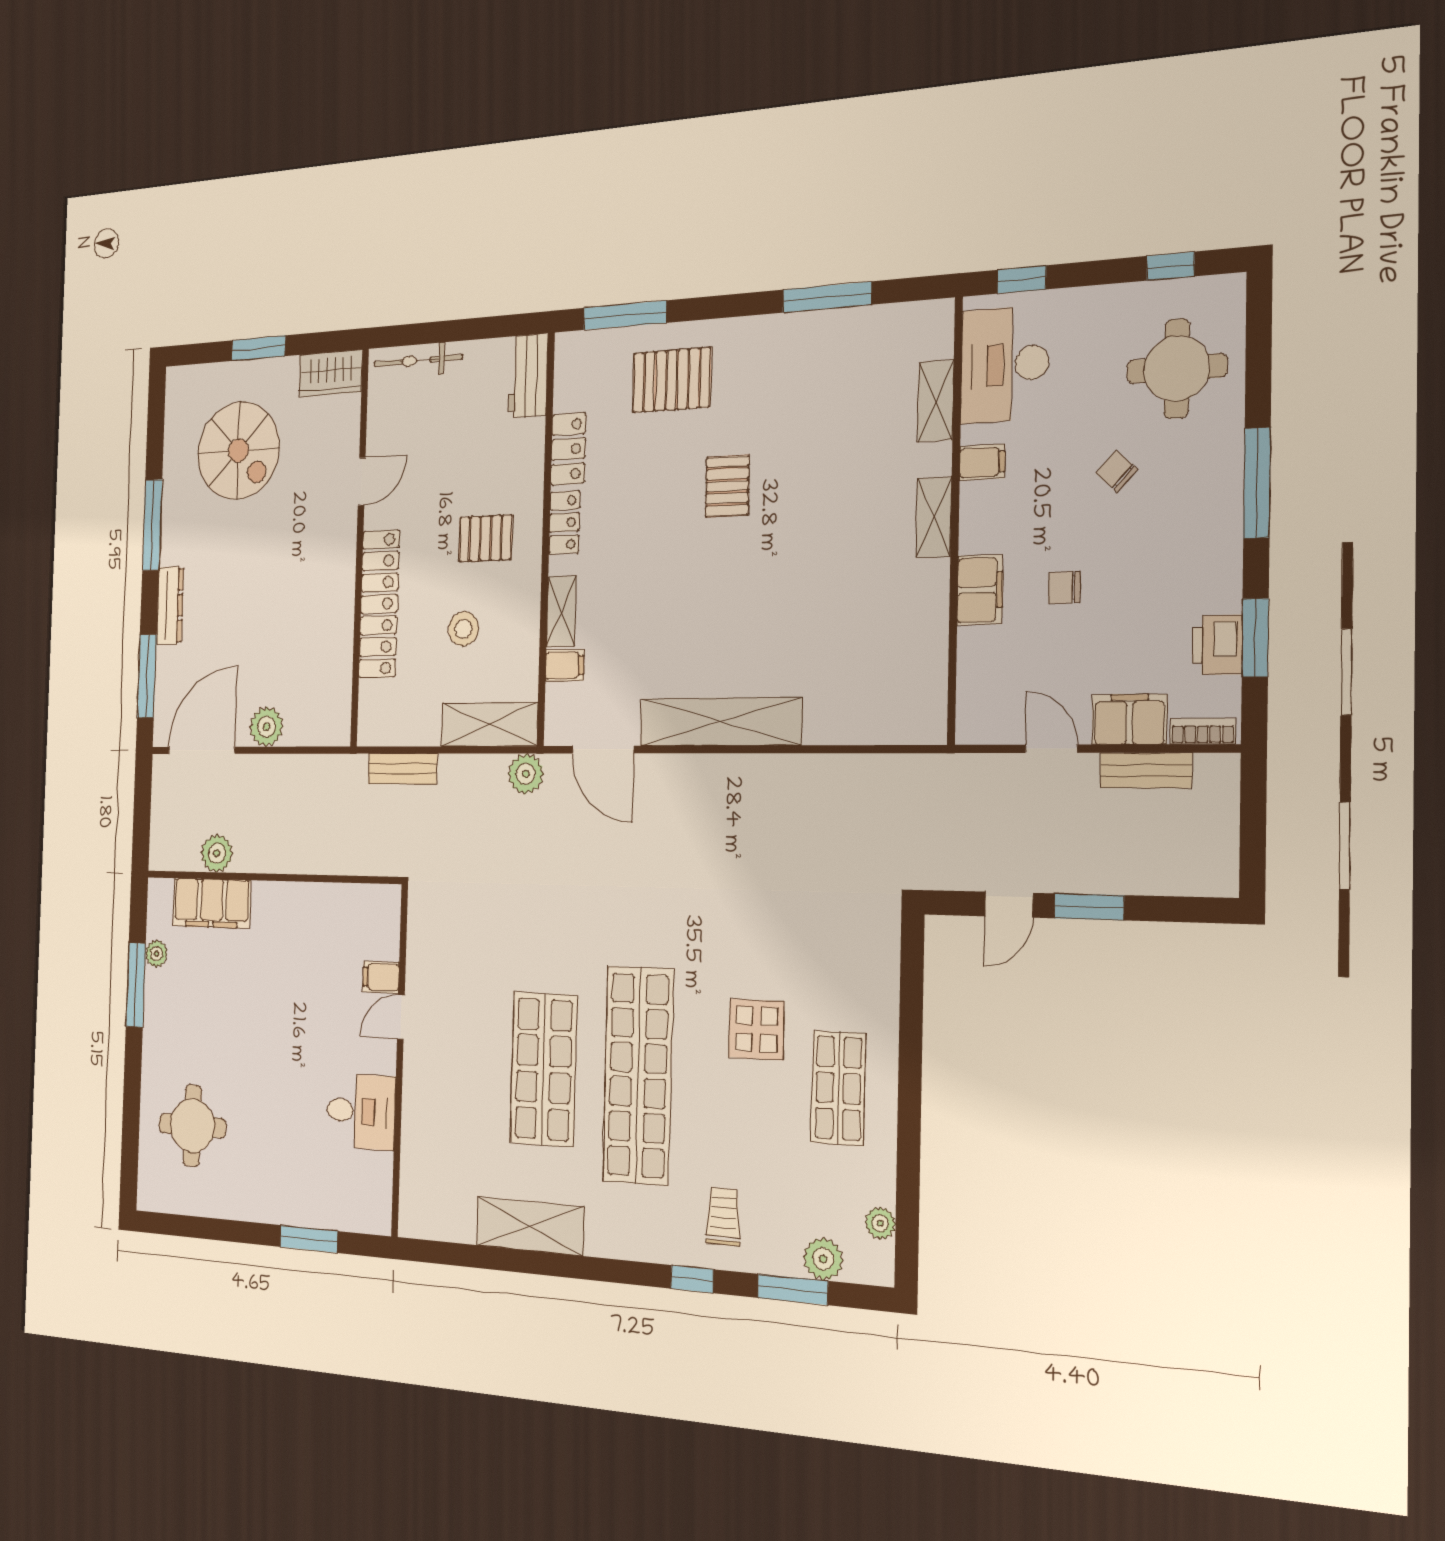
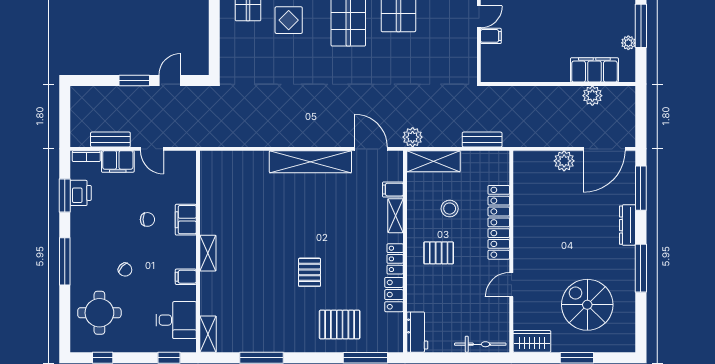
desk: (1005, 365) -> (176, 320), width x0.73
shelving: (936, 401) -> (208, 334), moved

